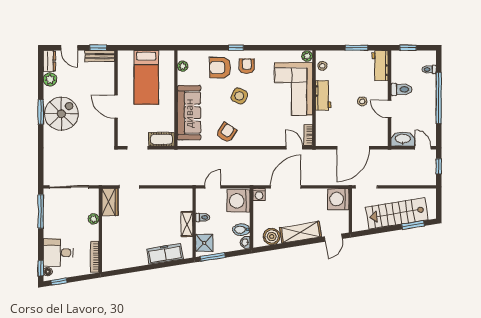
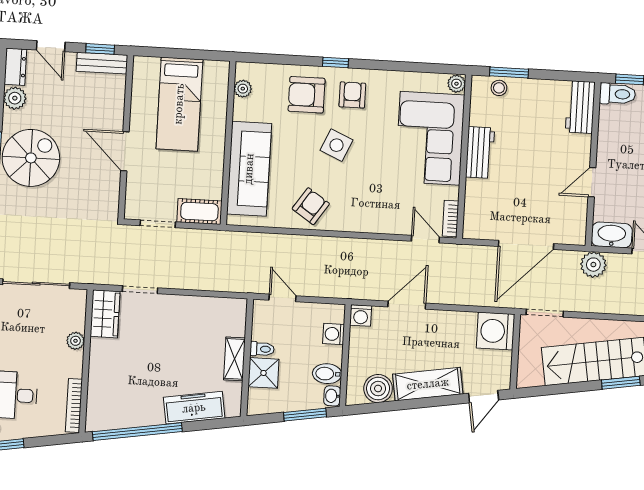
window: (357, 48) -> (509, 72), moved
stool: (322, 66) -> (499, 88), moved
toilet: (401, 89) -> (617, 94), moved
stool: (362, 101) -> (546, 167), removed
door: (389, 109) -> (592, 182), hinge flipped
plant: (393, 157) -> (593, 265), added
door: (213, 187) -> (283, 298), hinge flipped
door: (286, 187) -> (407, 305), width x0.73
washing machine: (239, 201) -> (334, 334), width x0.53, depth x0.53
shower: (204, 243) -> (263, 373), moved
window: (213, 257) -> (305, 415), moved
window: (133, 270) -> (137, 432), added

